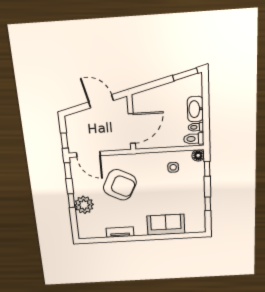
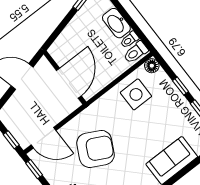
side table: (173, 167) -> (136, 94), width x1.87, depth x1.87
window: (207, 169) -> (181, 86), moved

